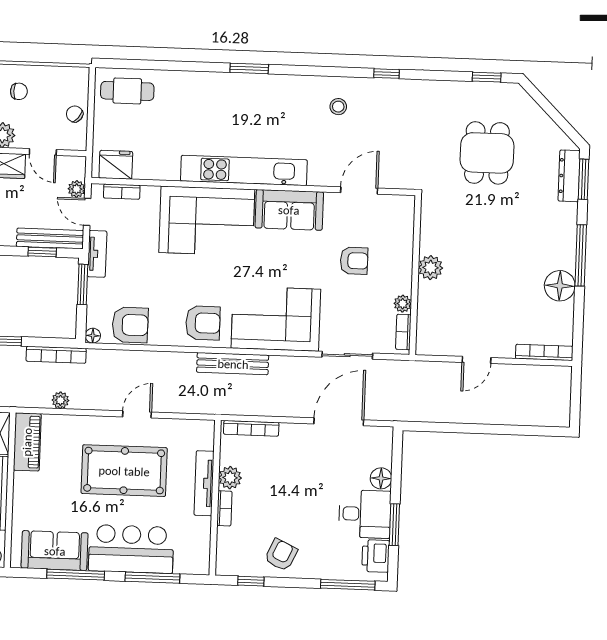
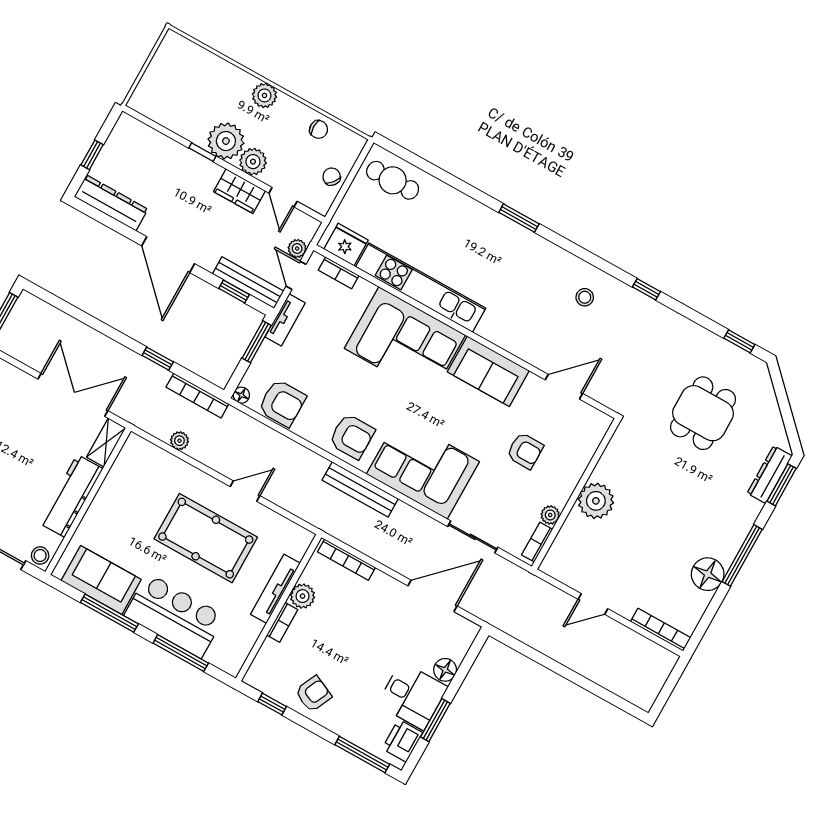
chair: (19, 91) -> (319, 129), moved
kitchen unit: (244, 170) -> (421, 288), moved
plant: (431, 268) -> (596, 501), width x1.36, depth x1.36
piano: (27, 442) -> (128, 464), removed

